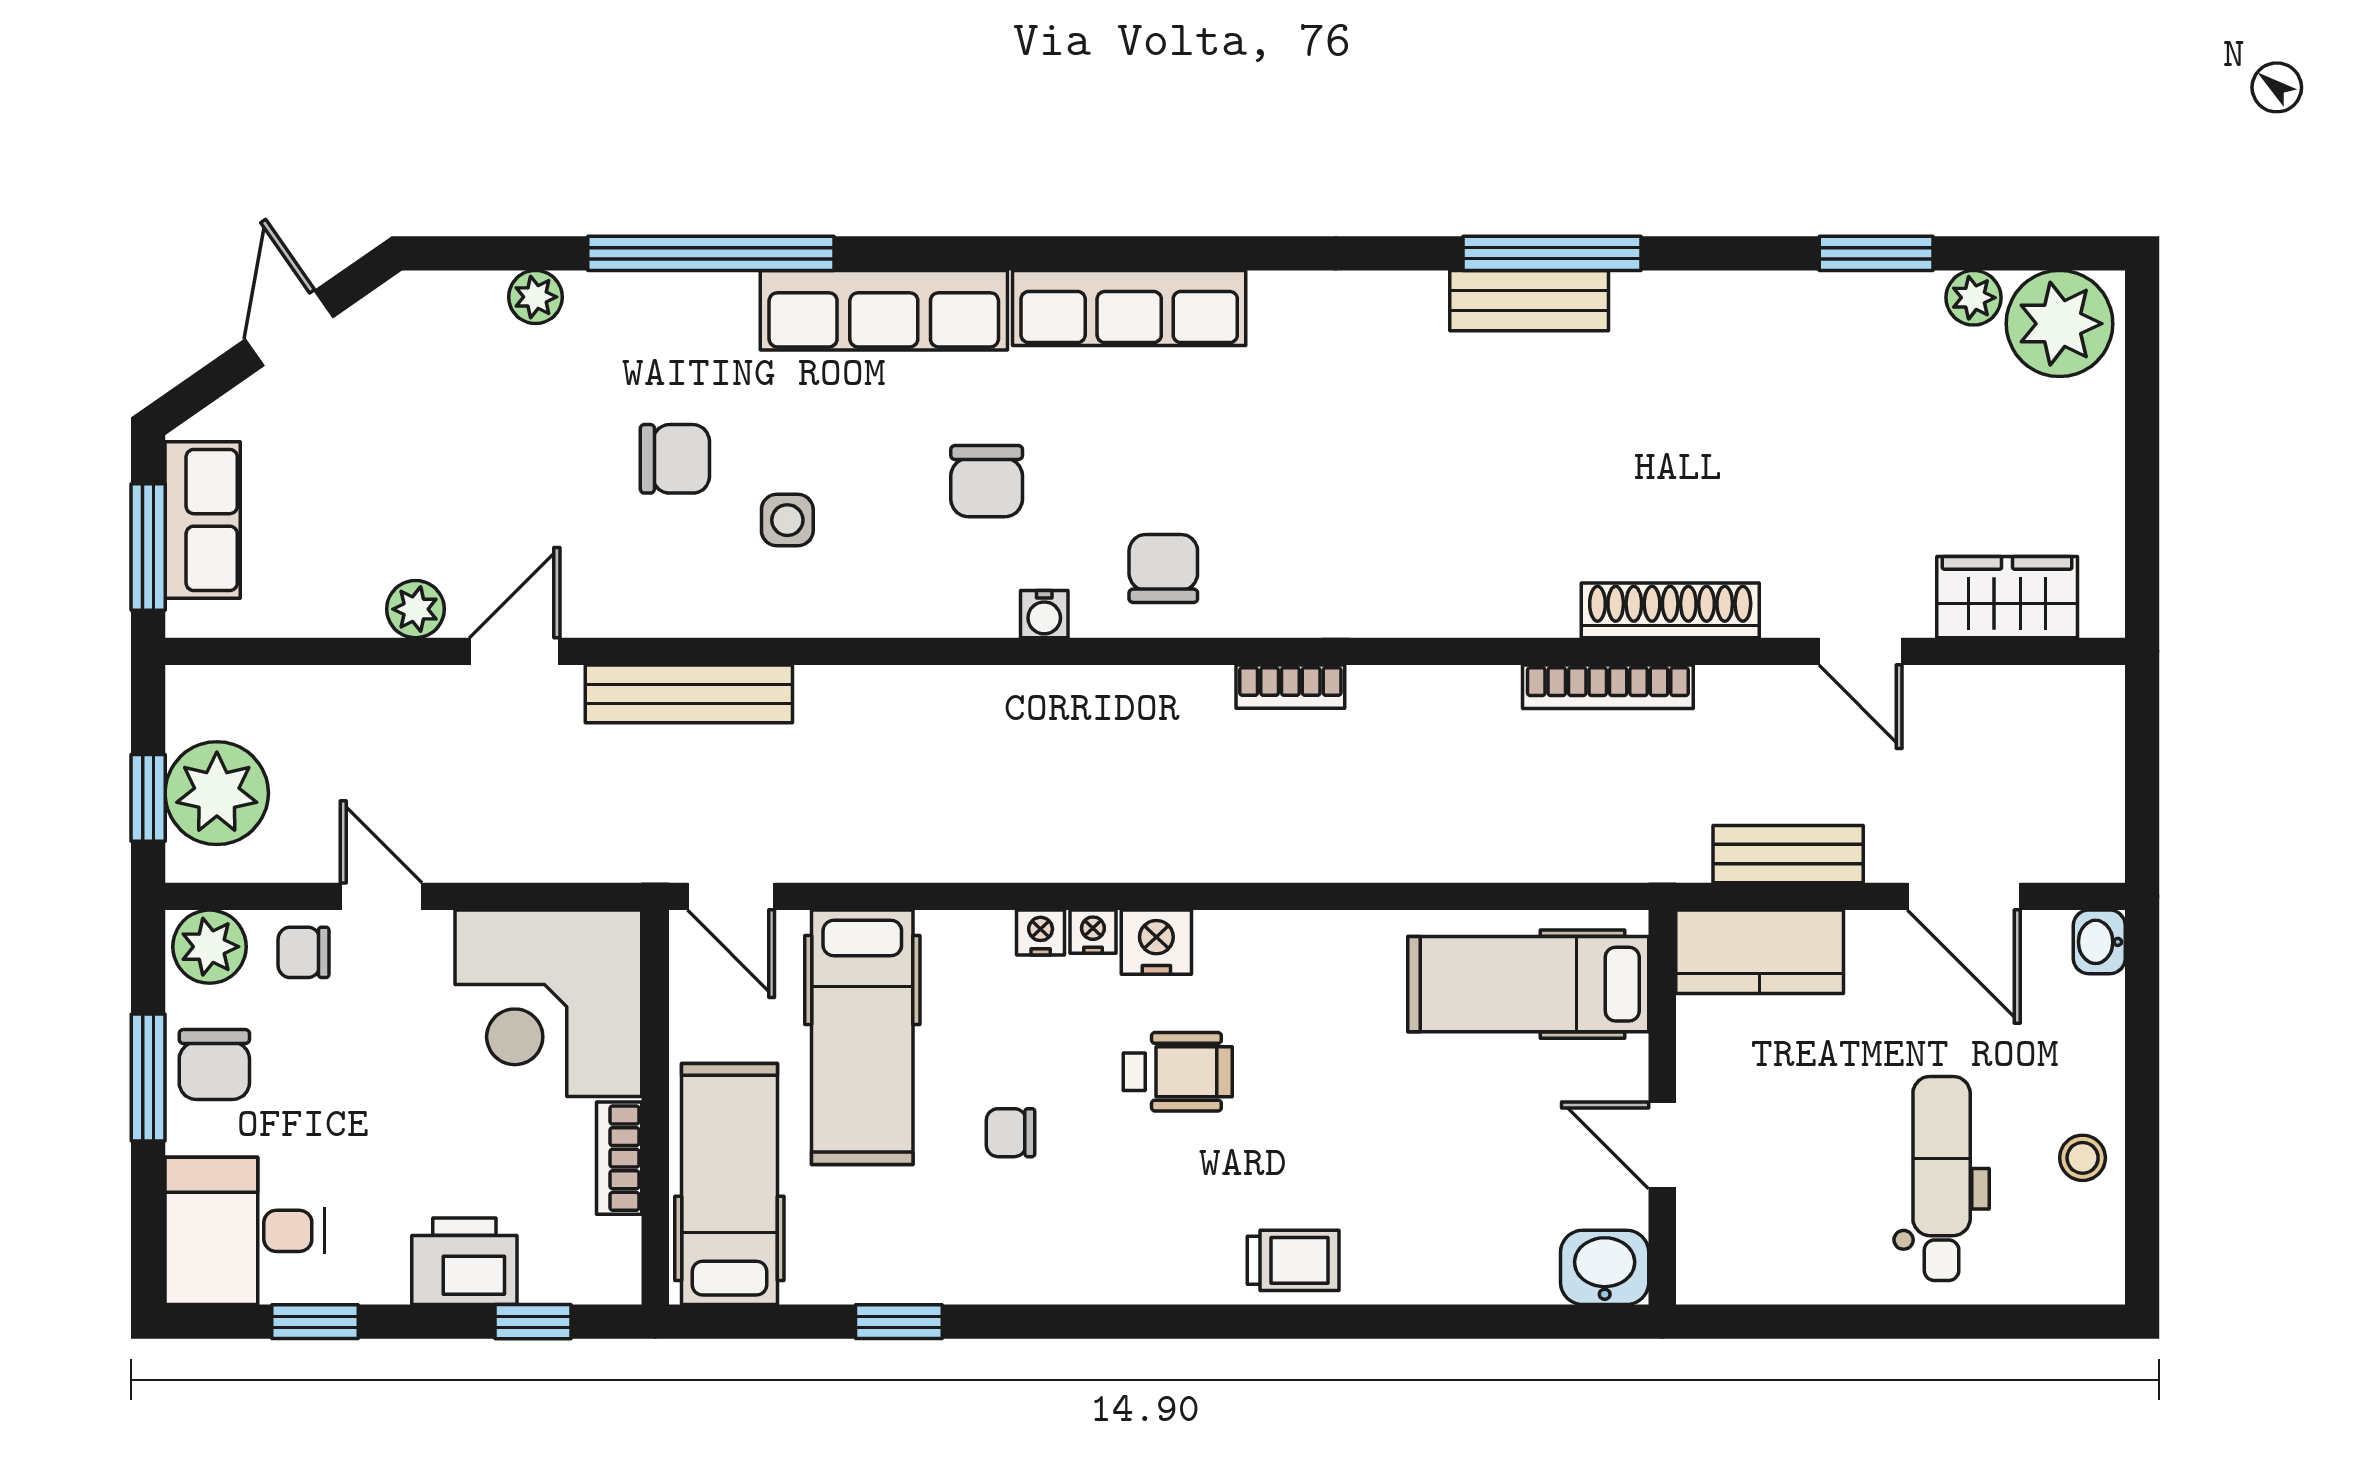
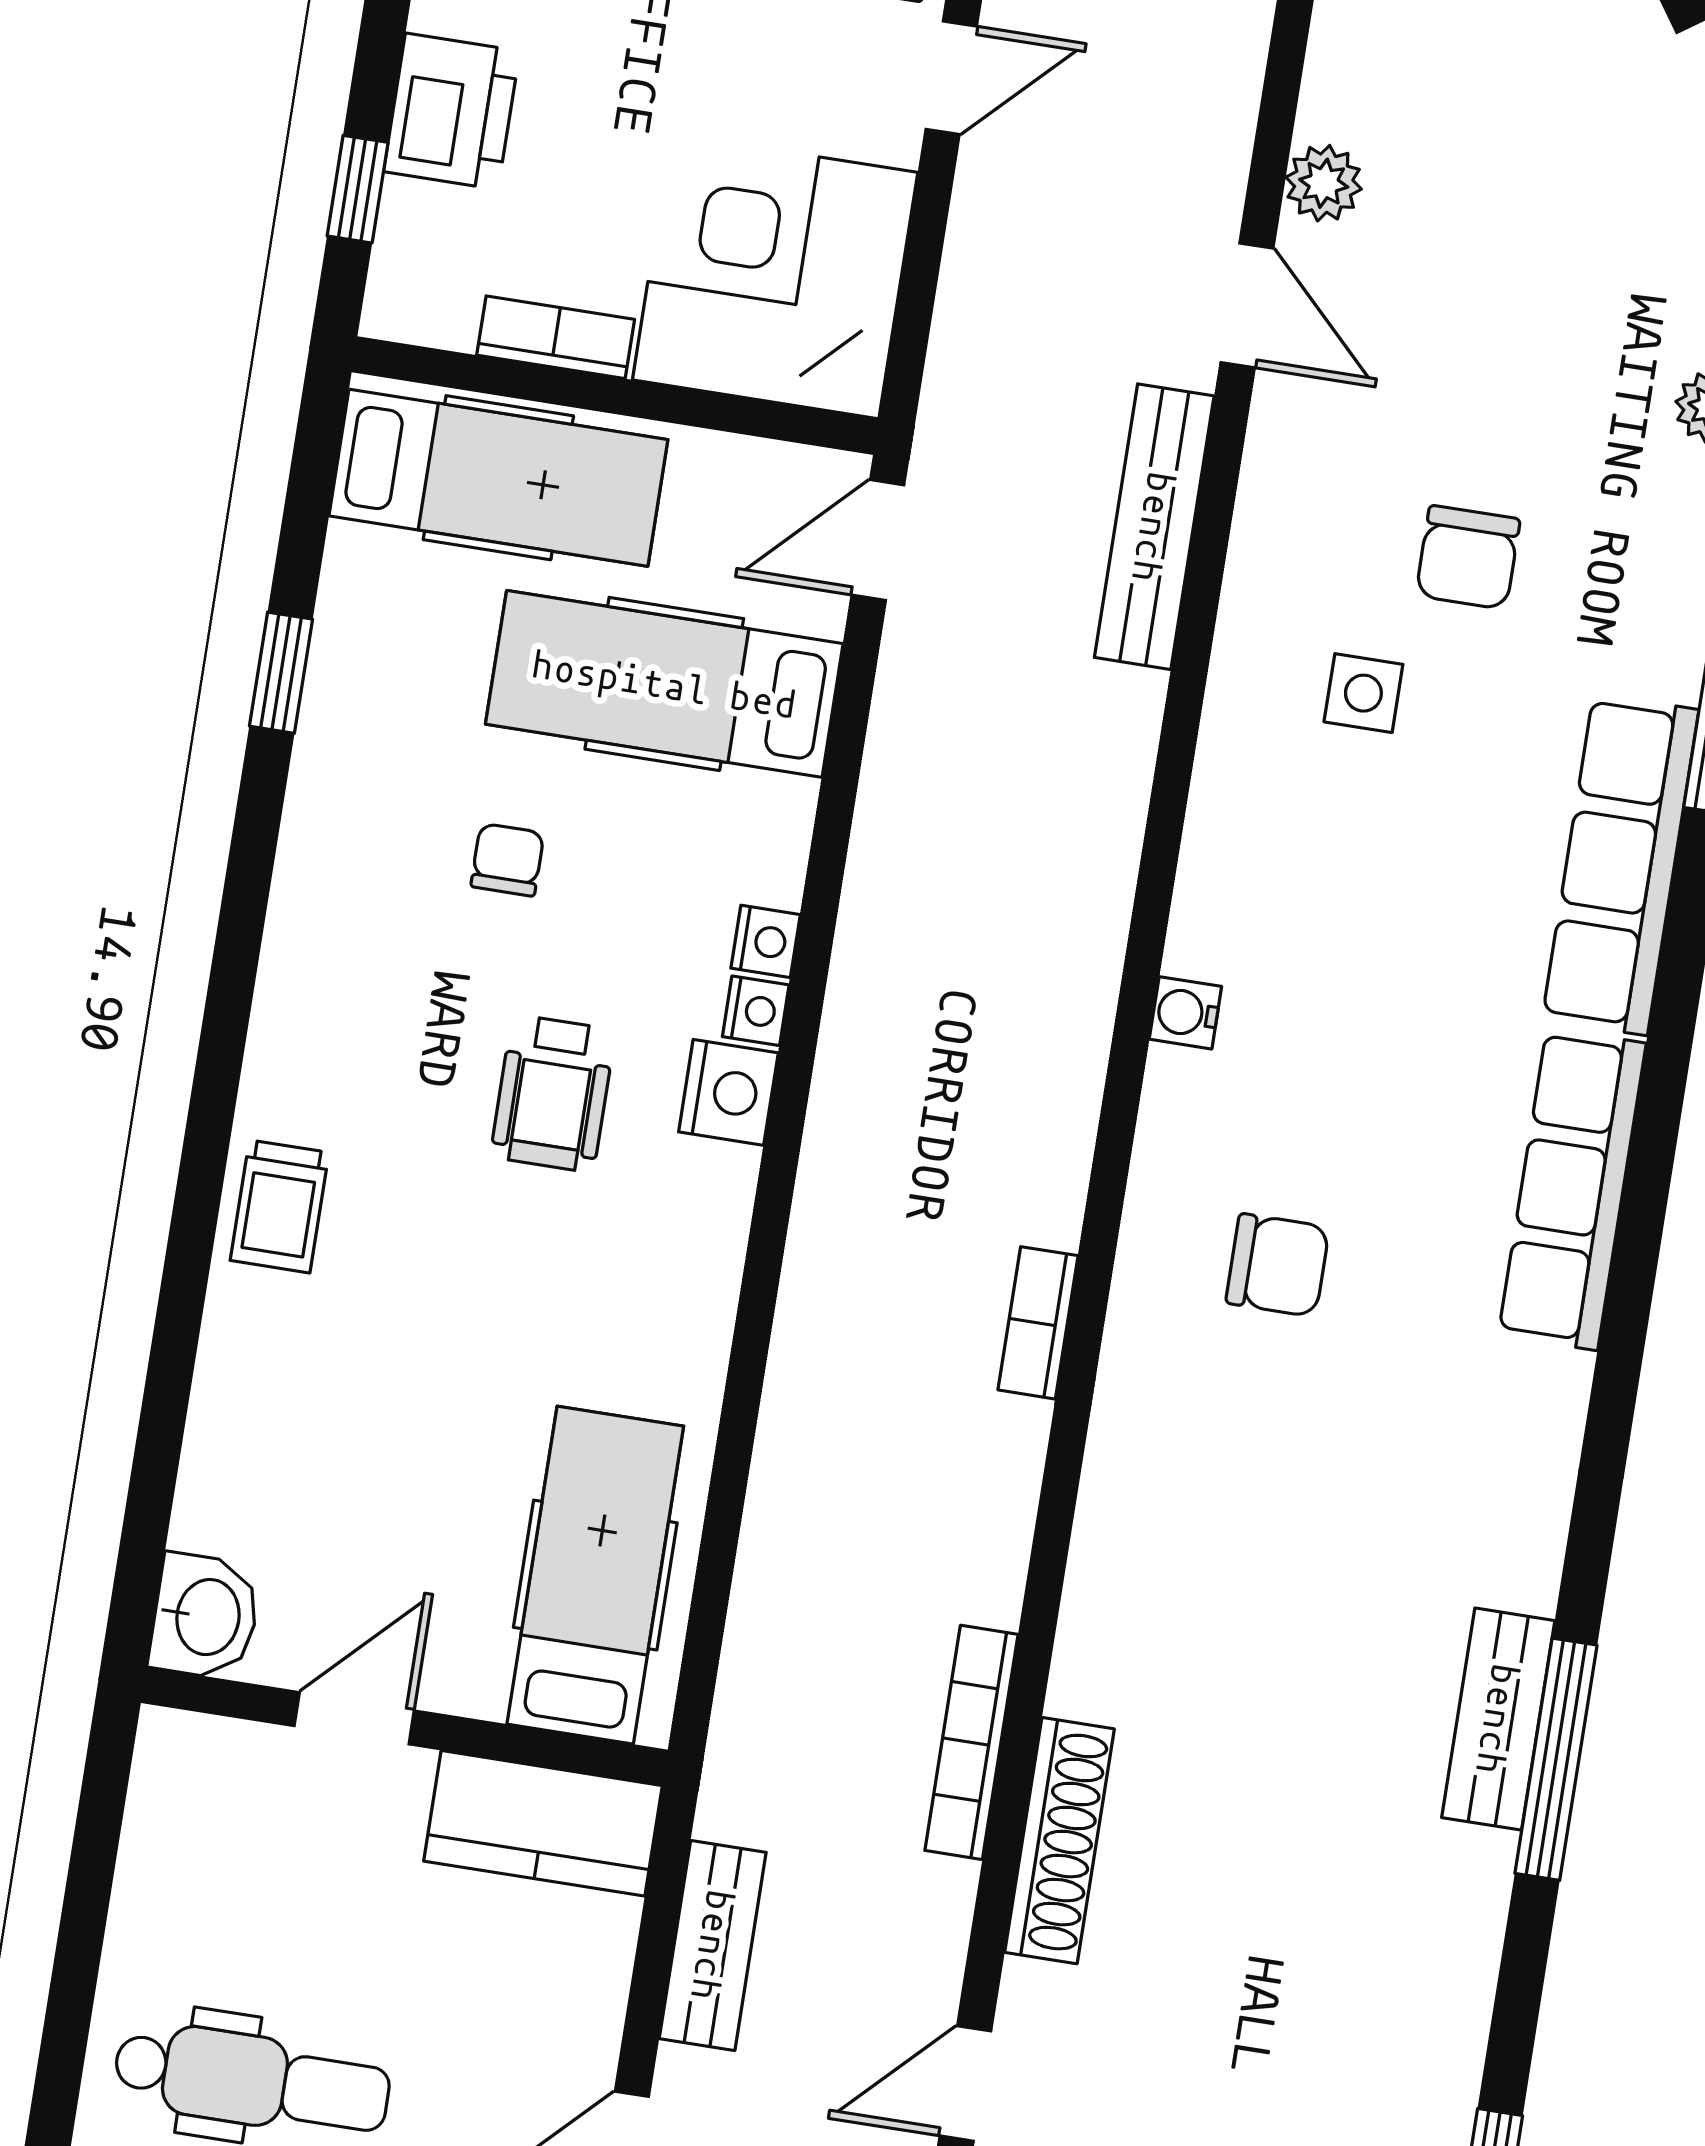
chair: (987, 481) -> (1373, 965), removed
chair: (1163, 568) -> (1278, 1265), moved
kitchen counter: (1760, 952) -> (543, 1823), moved, turned -90

